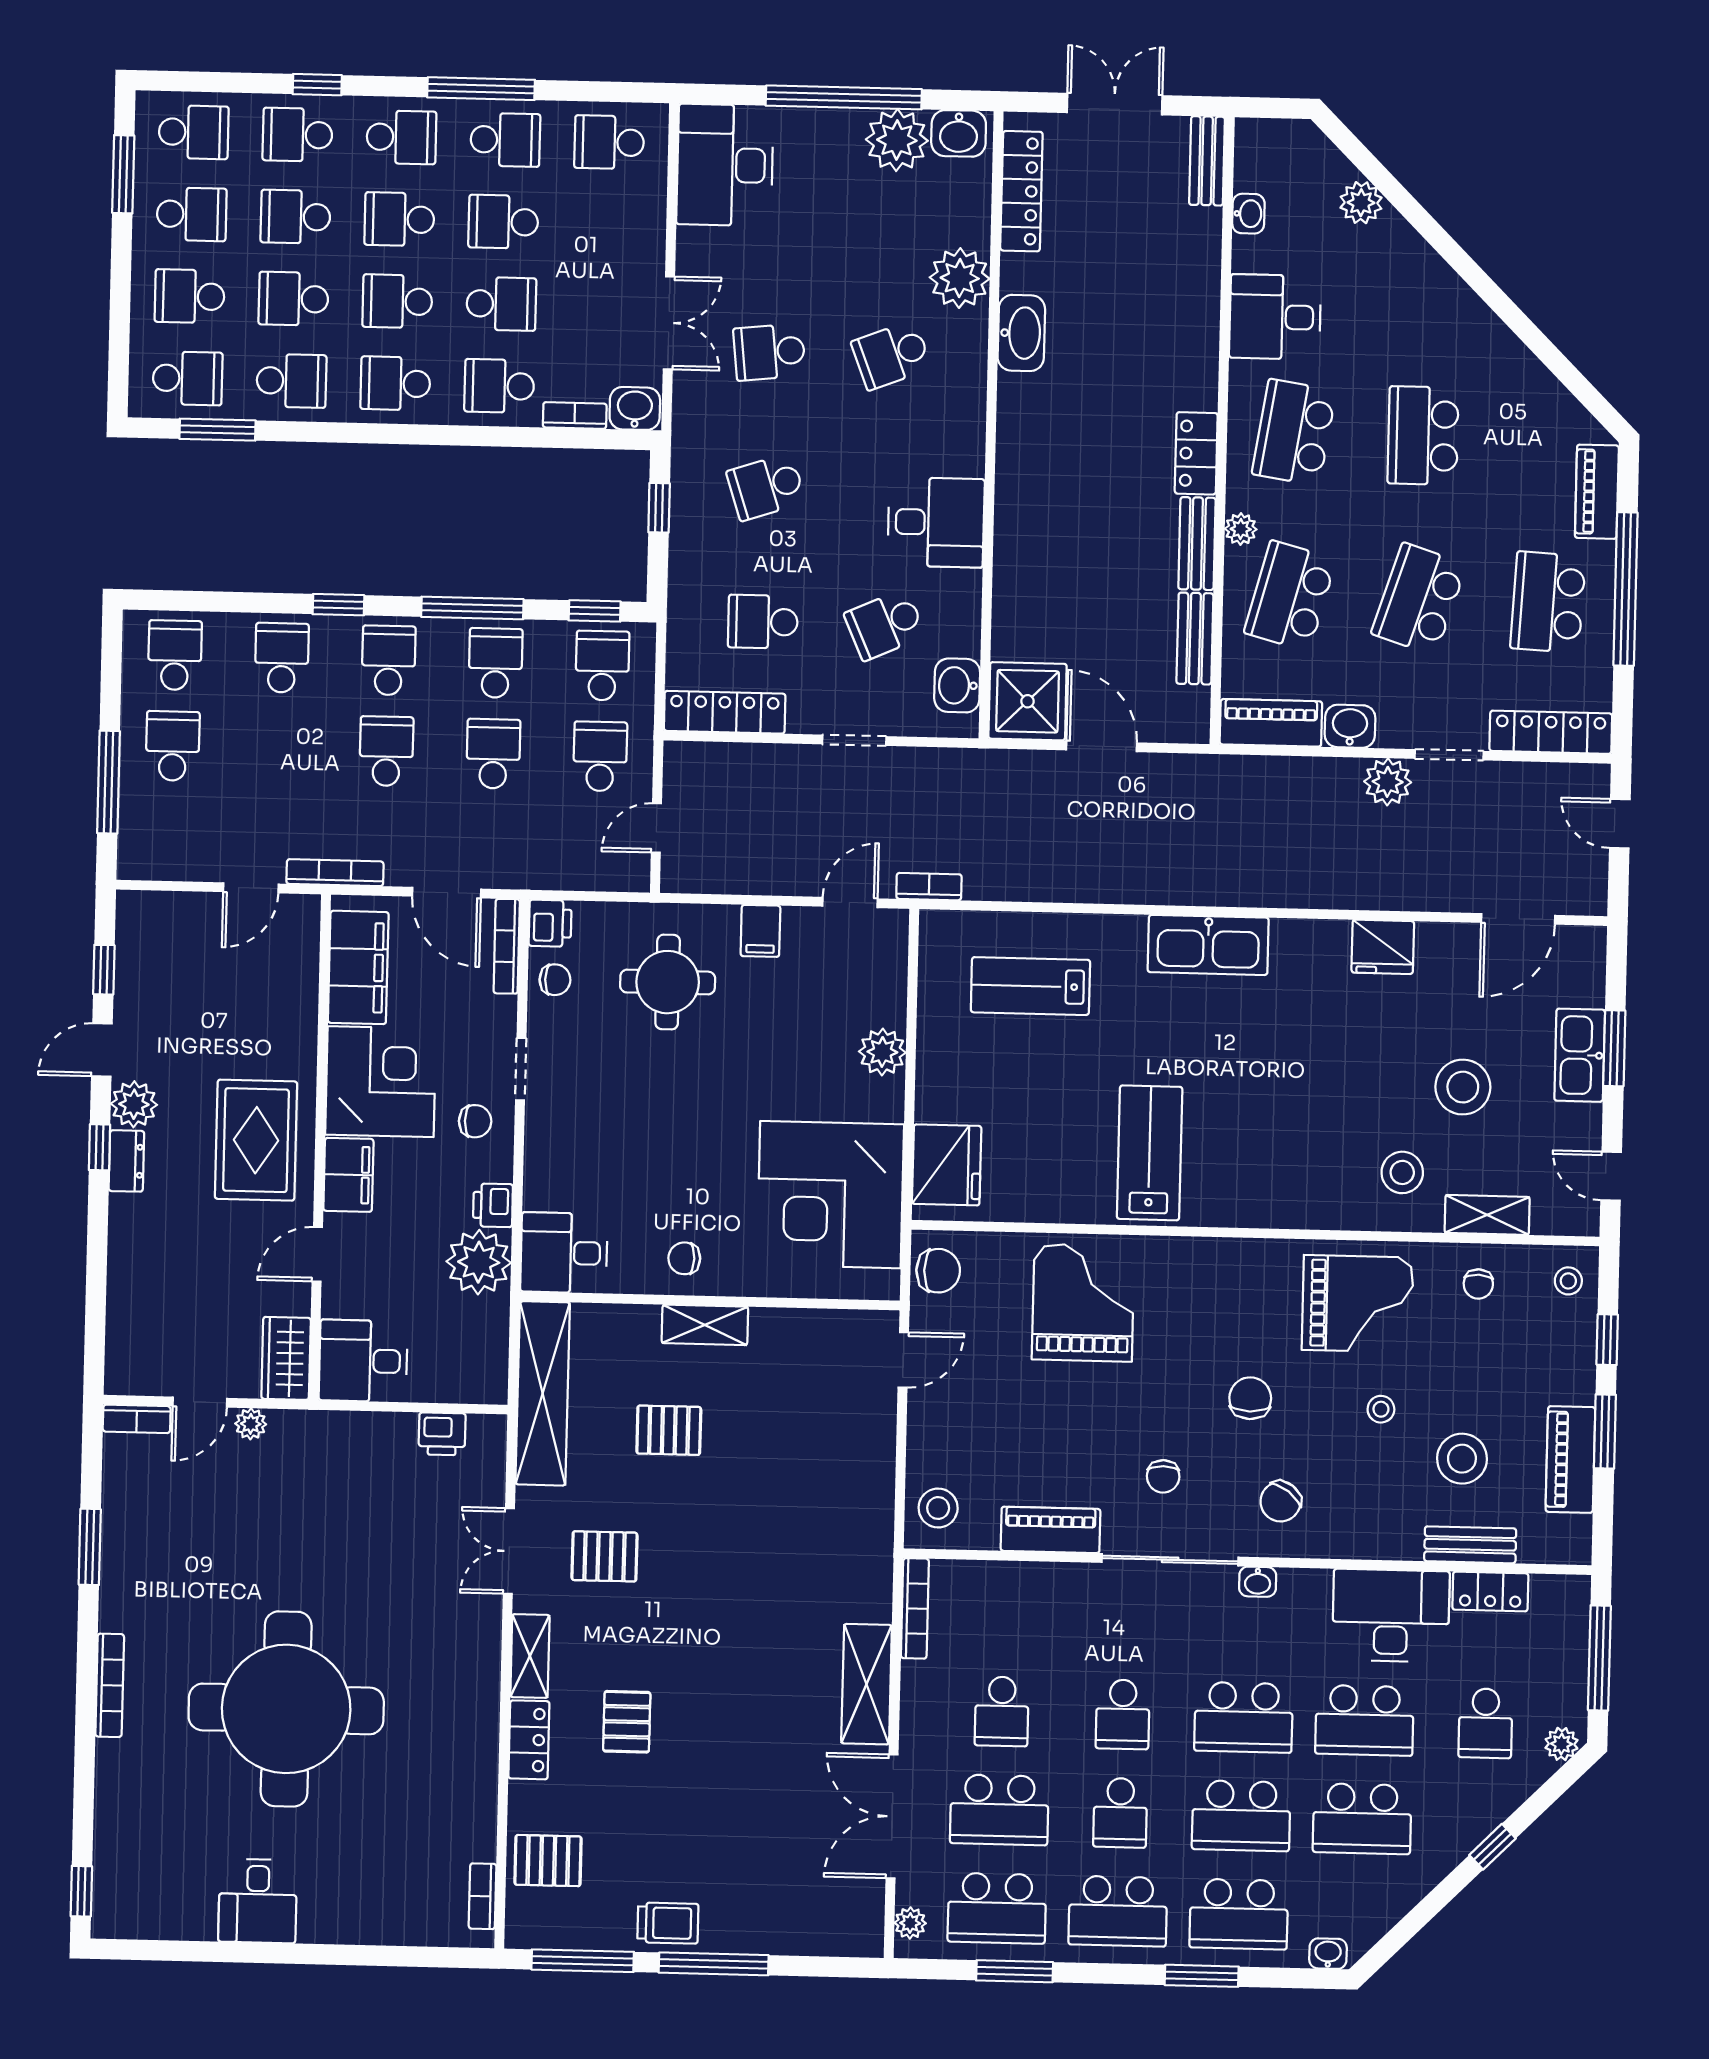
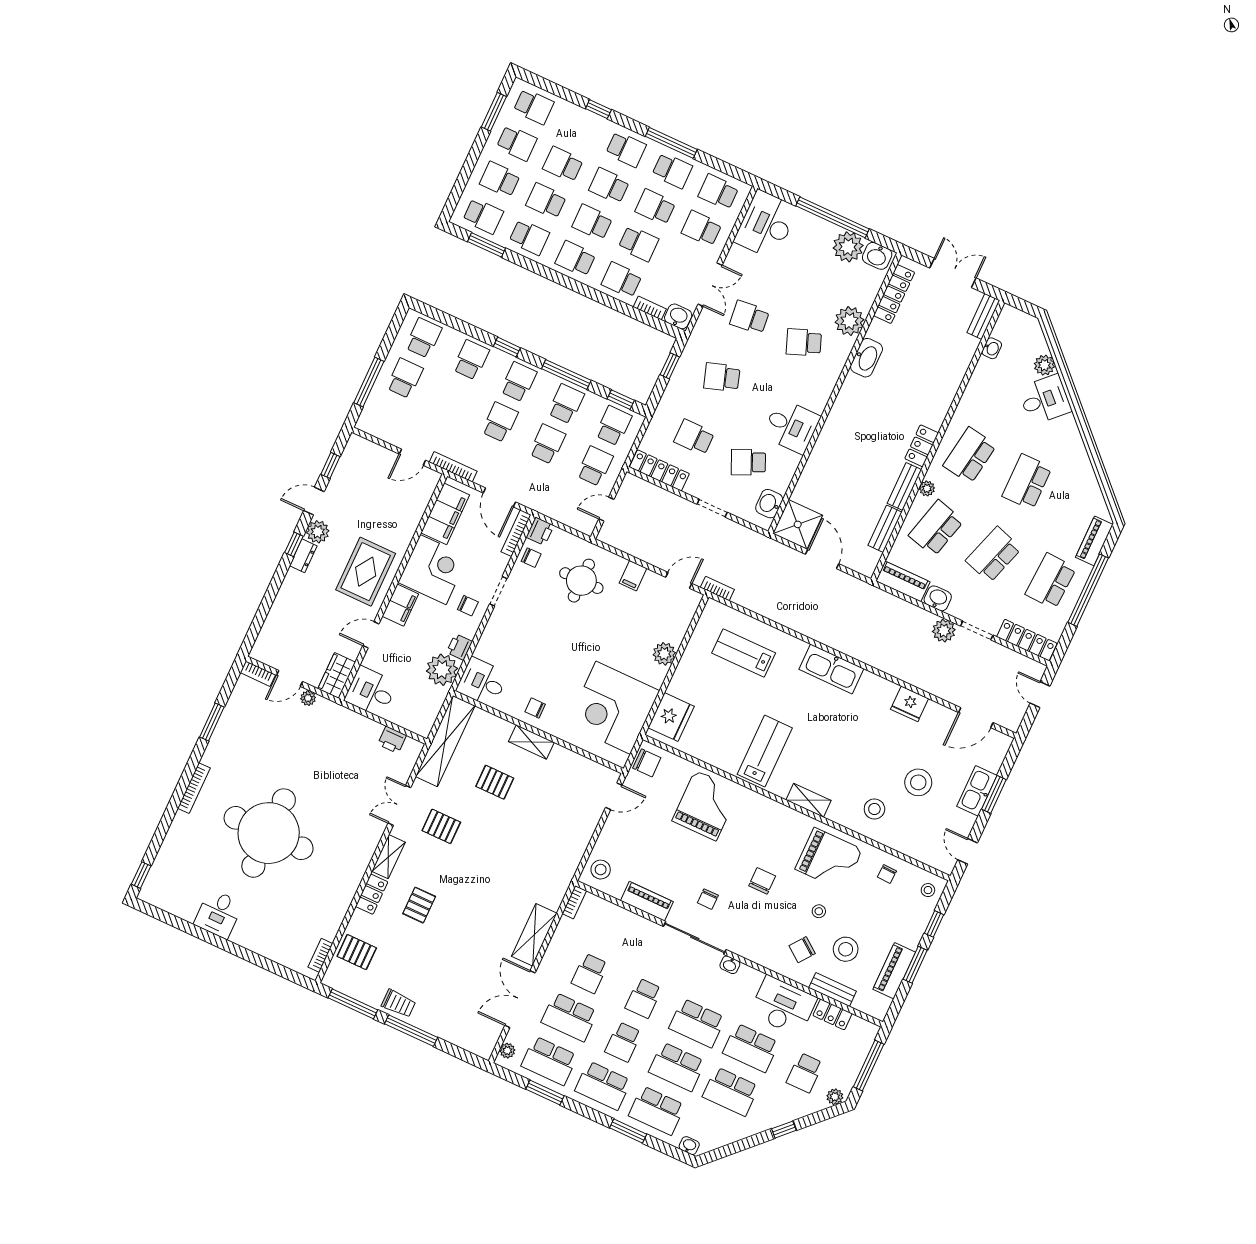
school desk: (297, 135) -> (702, 228), moved
desk: (1275, 317) -> (1045, 400), moved, turned 135
shelving: (1487, 1215) -> (808, 800), moved
chair: (1281, 1501) -> (802, 950), moved
bookcase: (915, 1608) -> (574, 902), width x0.64

